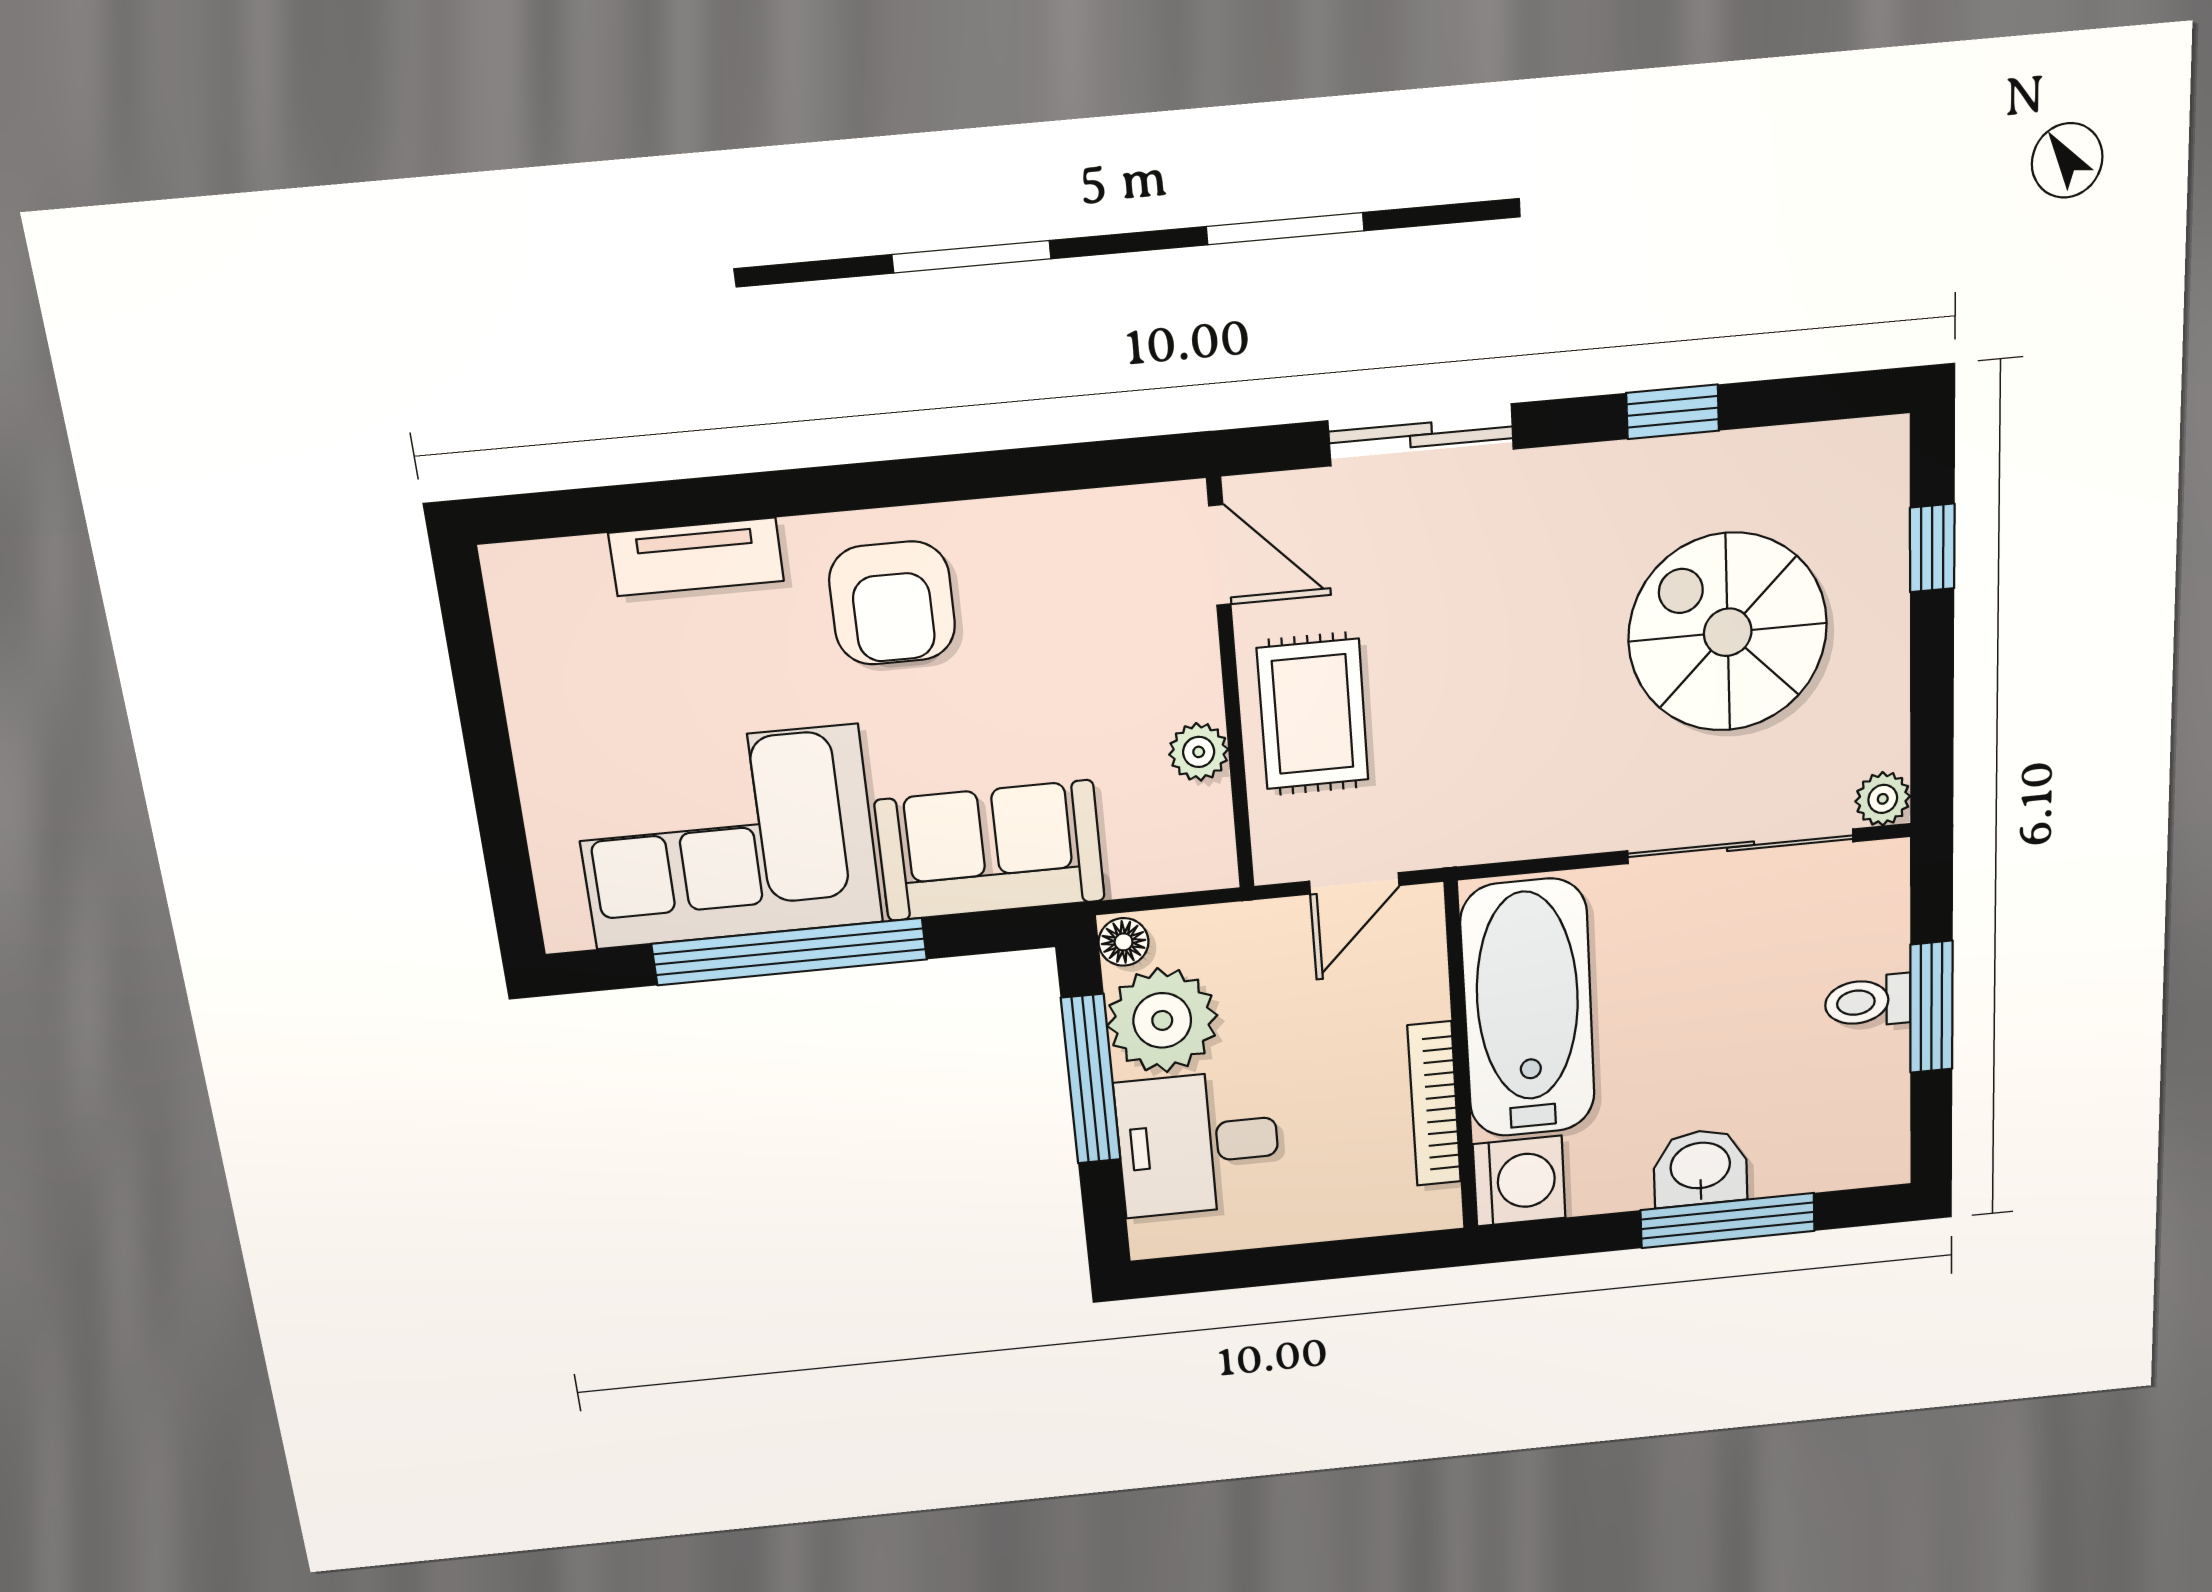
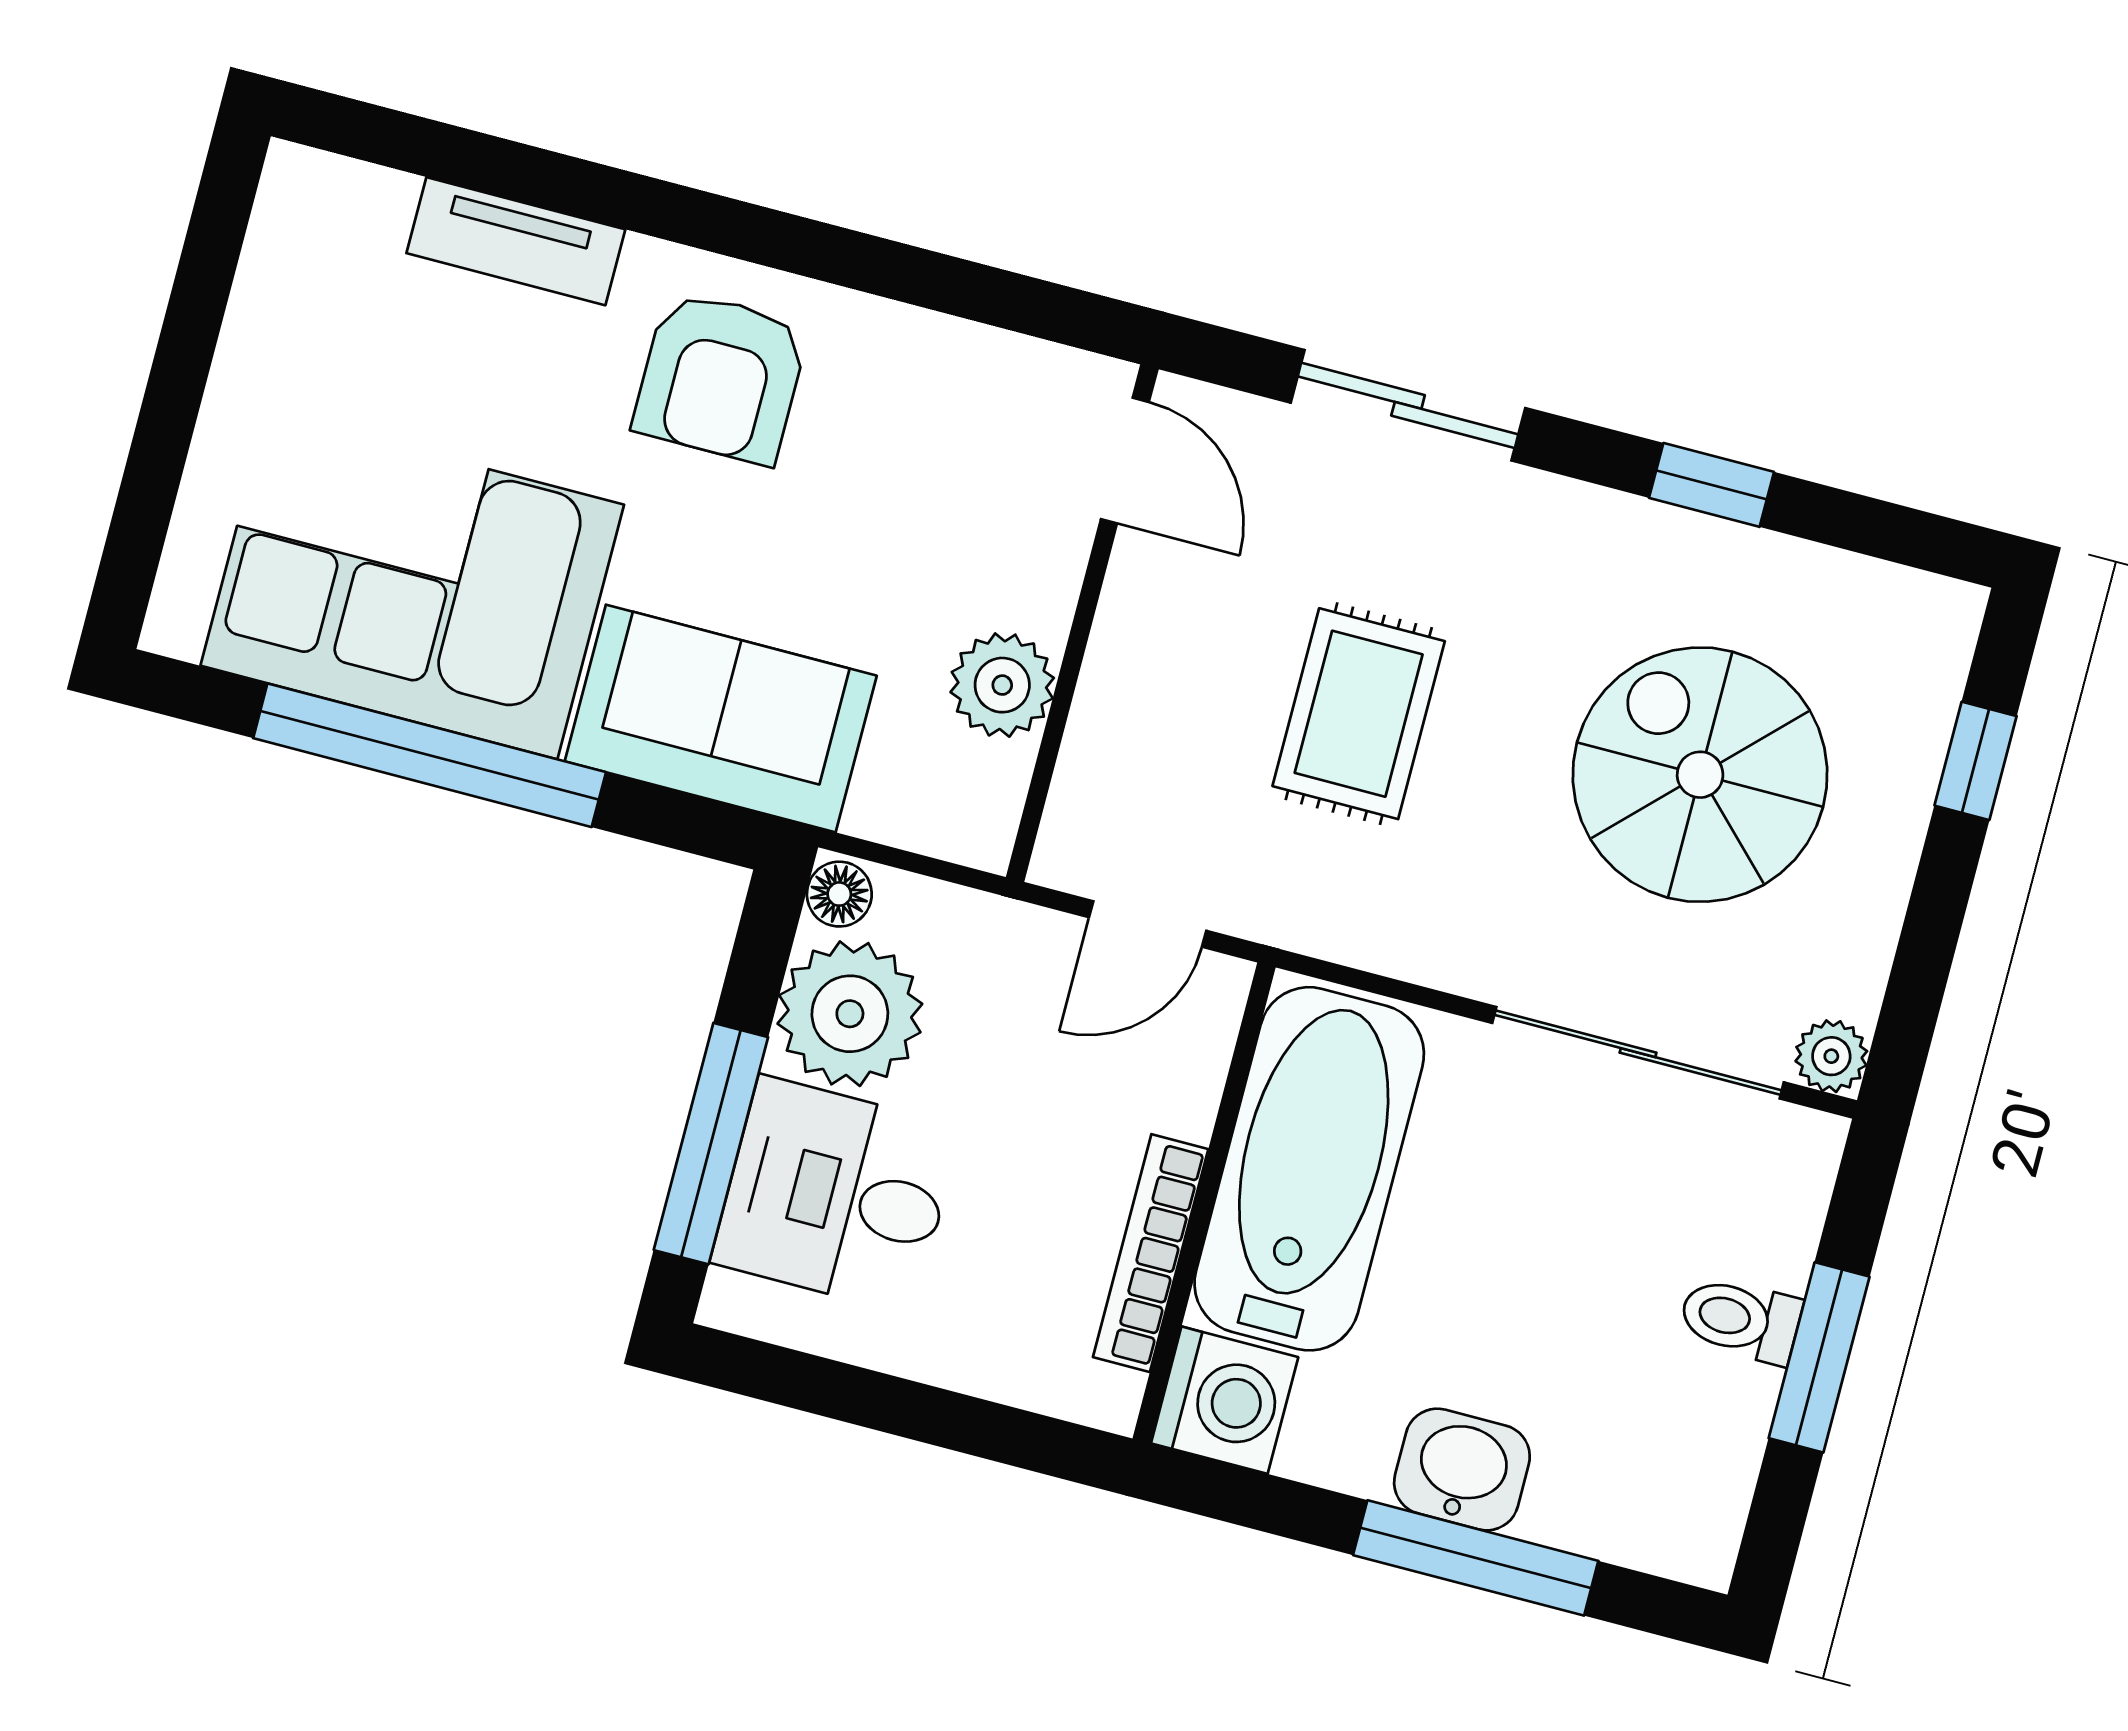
rug: (1313, 714) -> (1359, 714), moved
plant: (1199, 752) -> (1002, 685), width x1.38, depth x1.38
window: (1091, 1079) -> (711, 1144), moved

